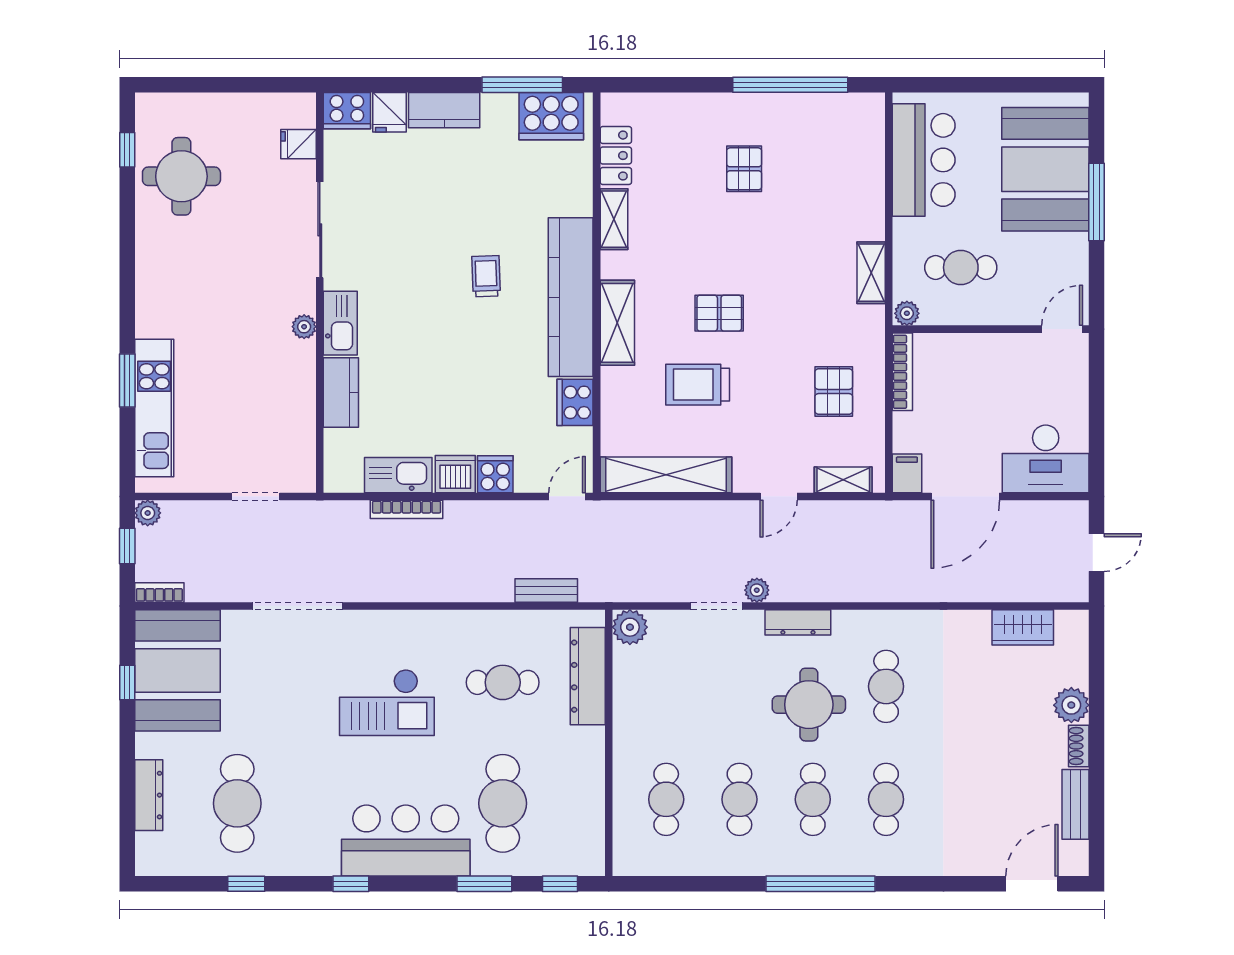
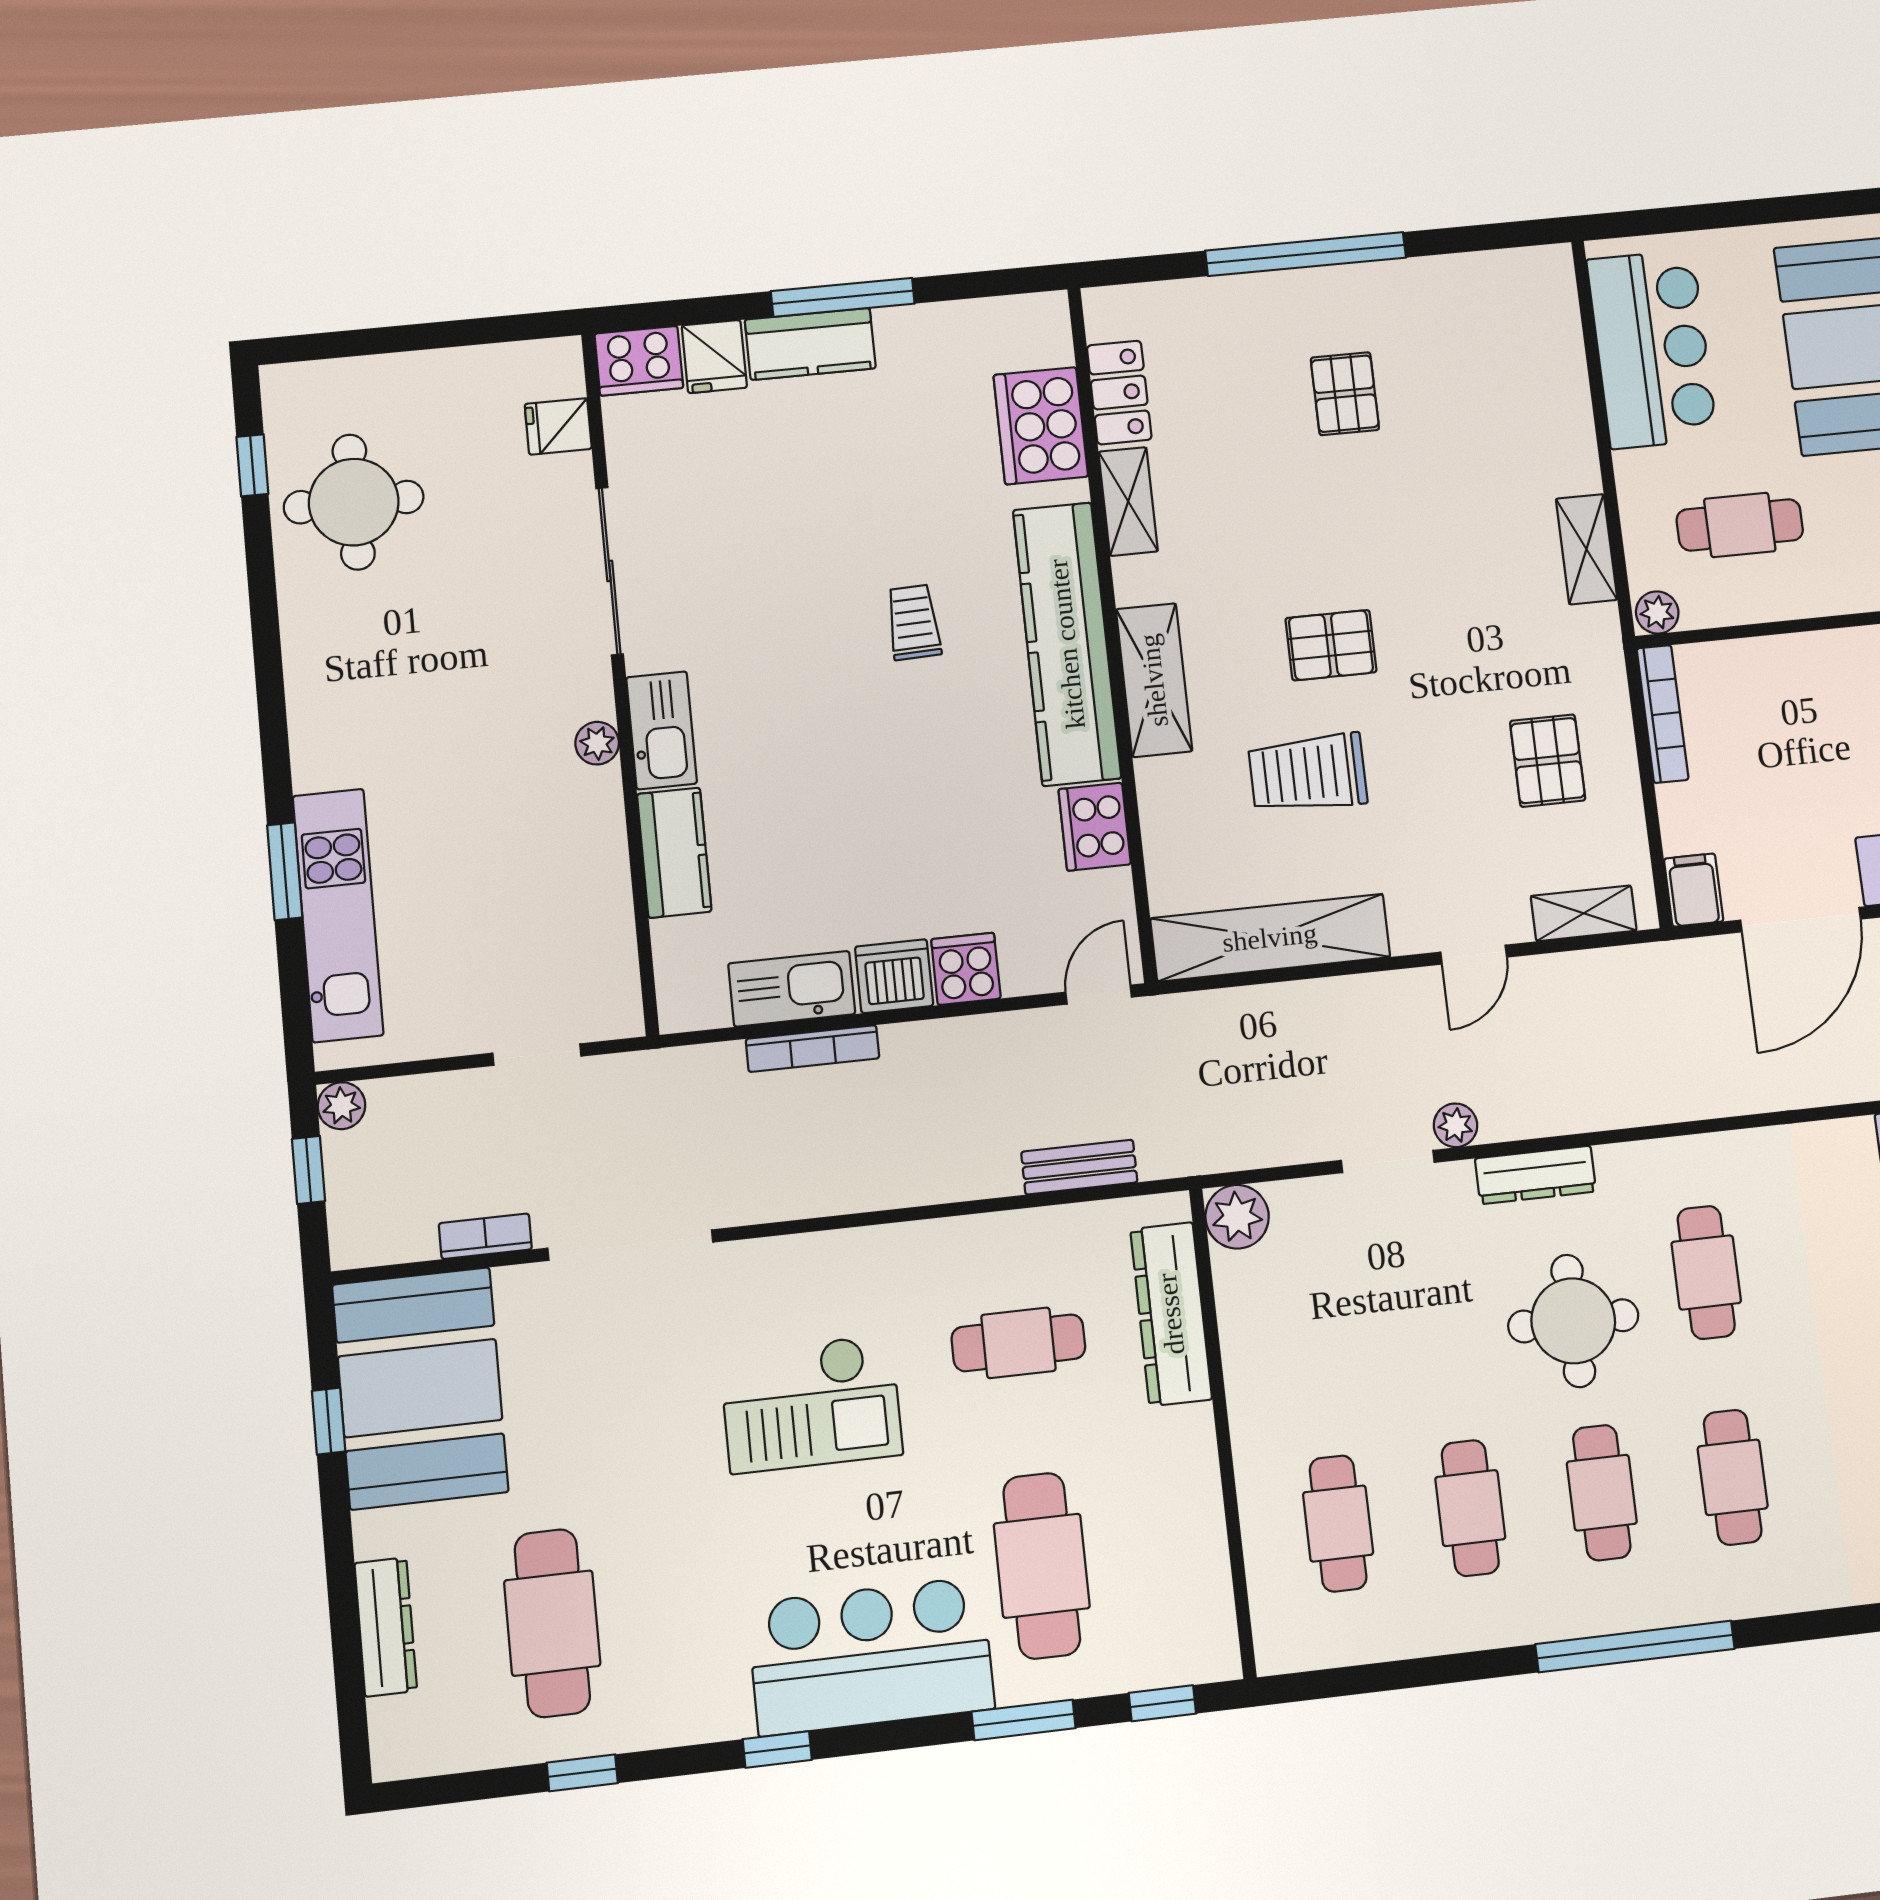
window: (522, 85) -> (843, 297), moved
window: (790, 85) -> (1306, 254), moved
cooker: (551, 116) -> (1041, 426), moved, turned 90
bookcase: (159, 593) -> (485, 1236), moved

